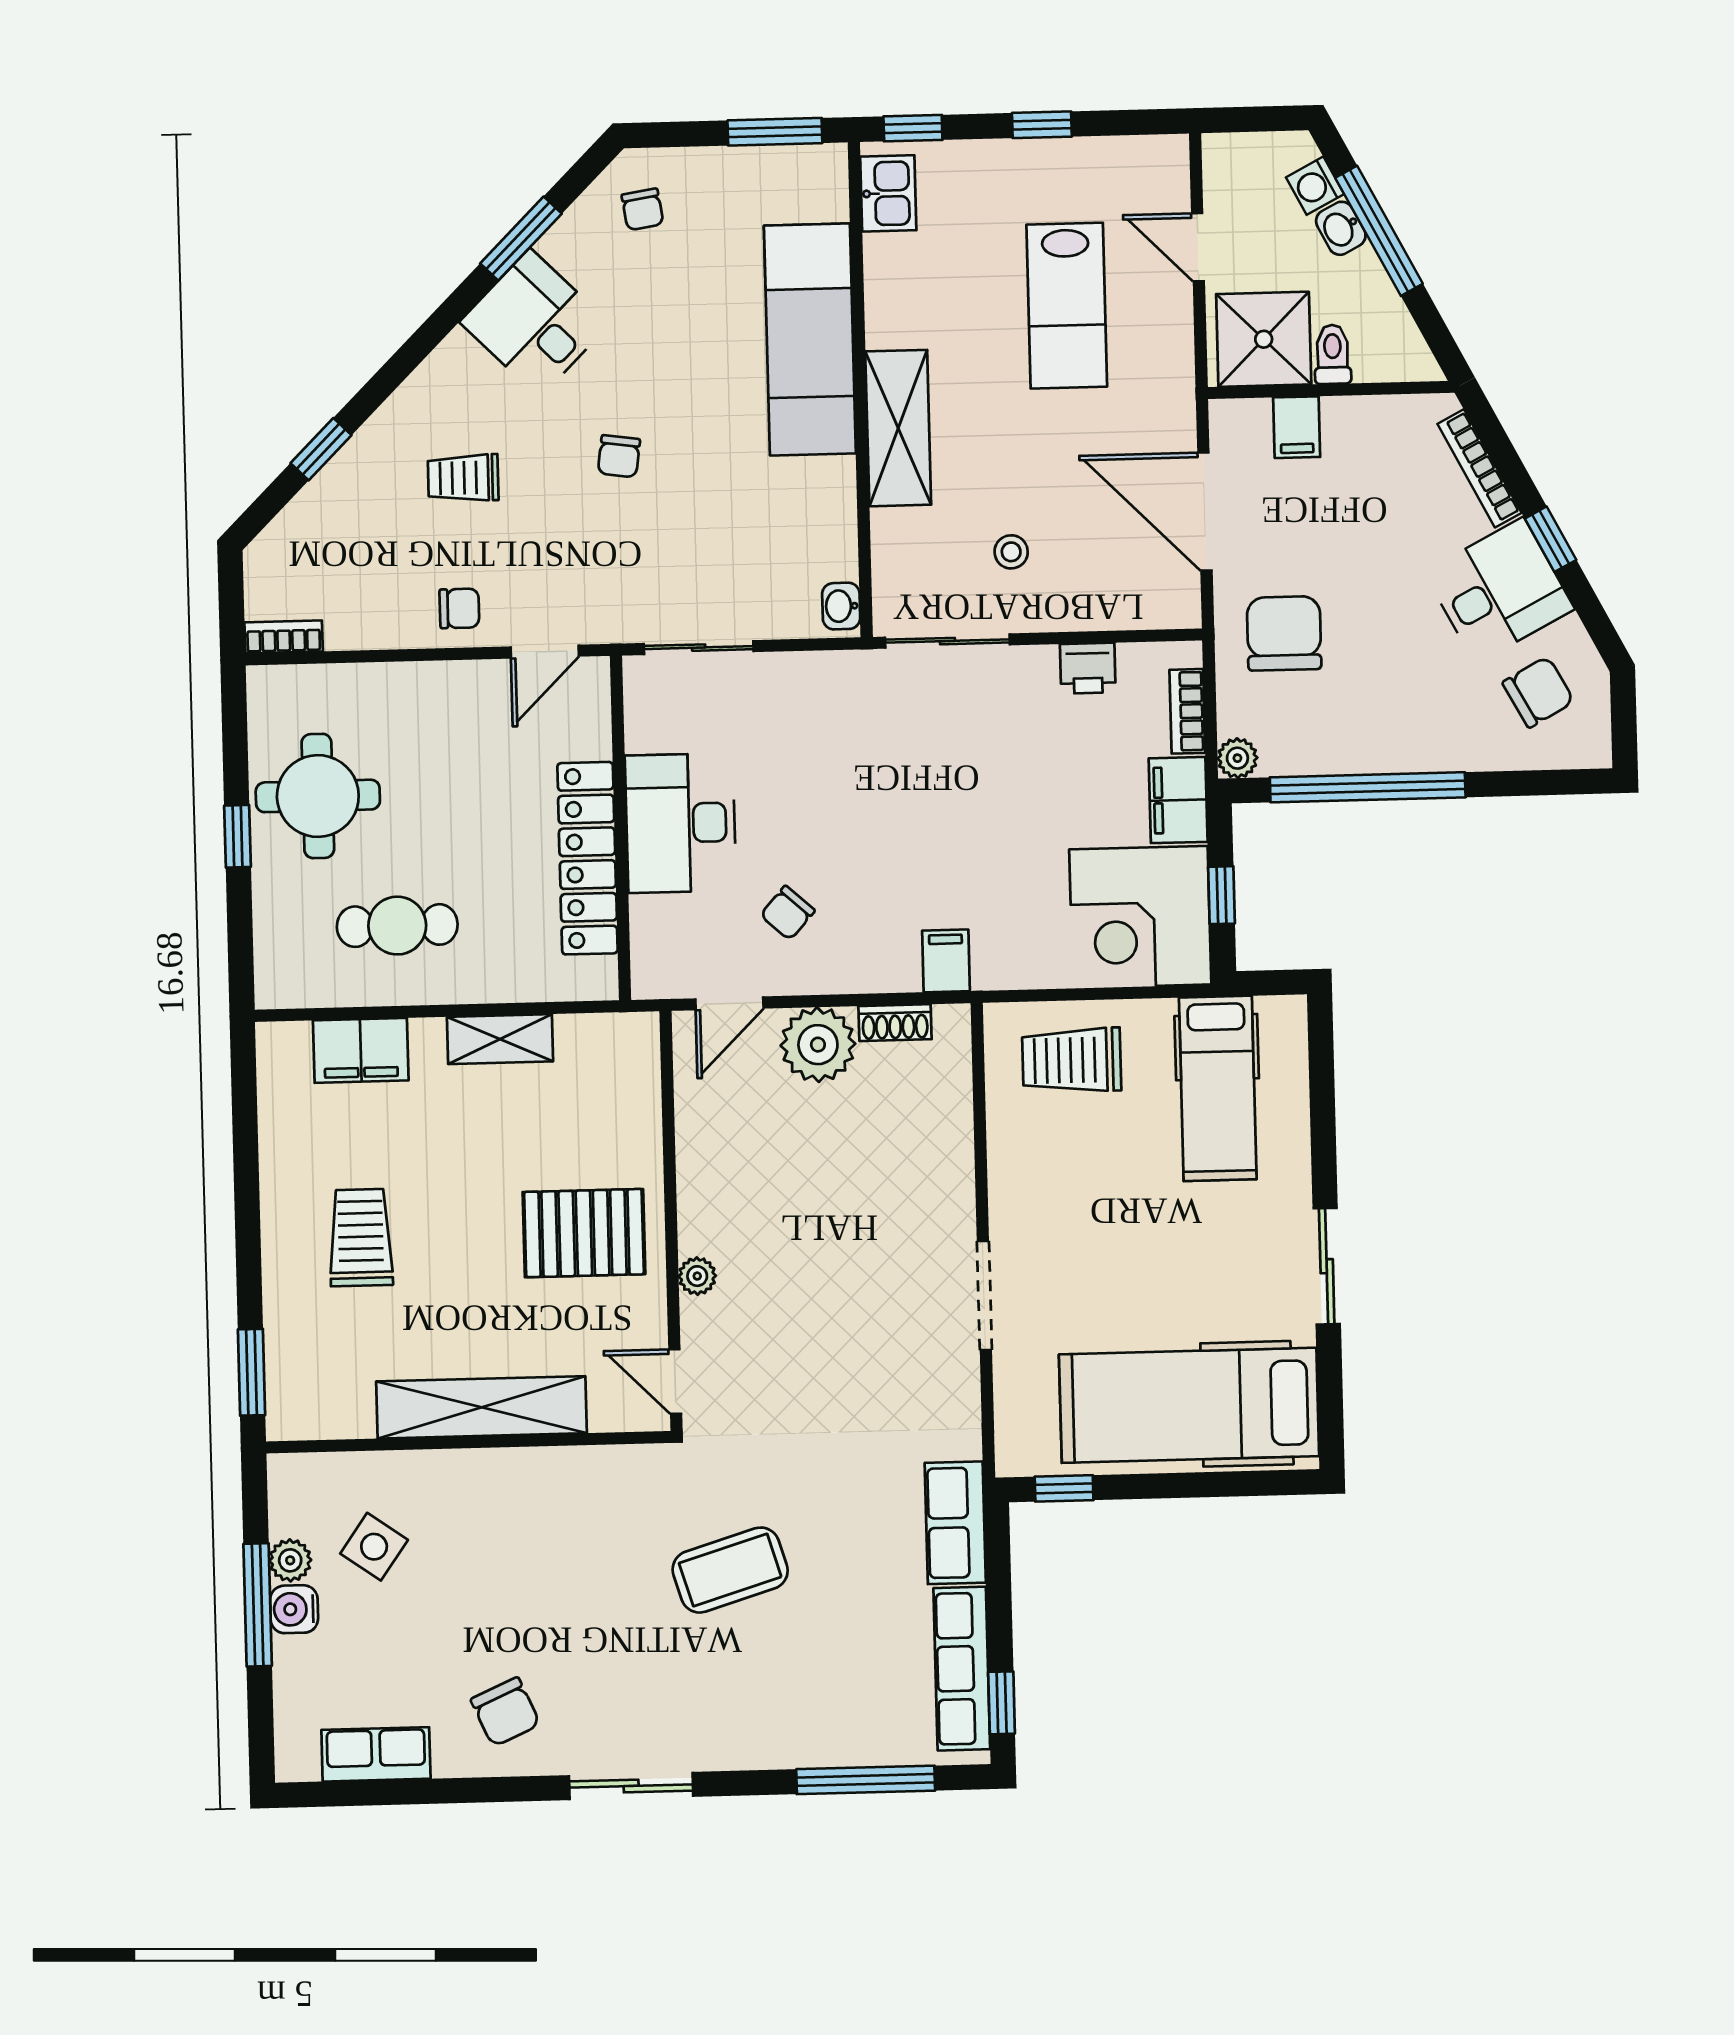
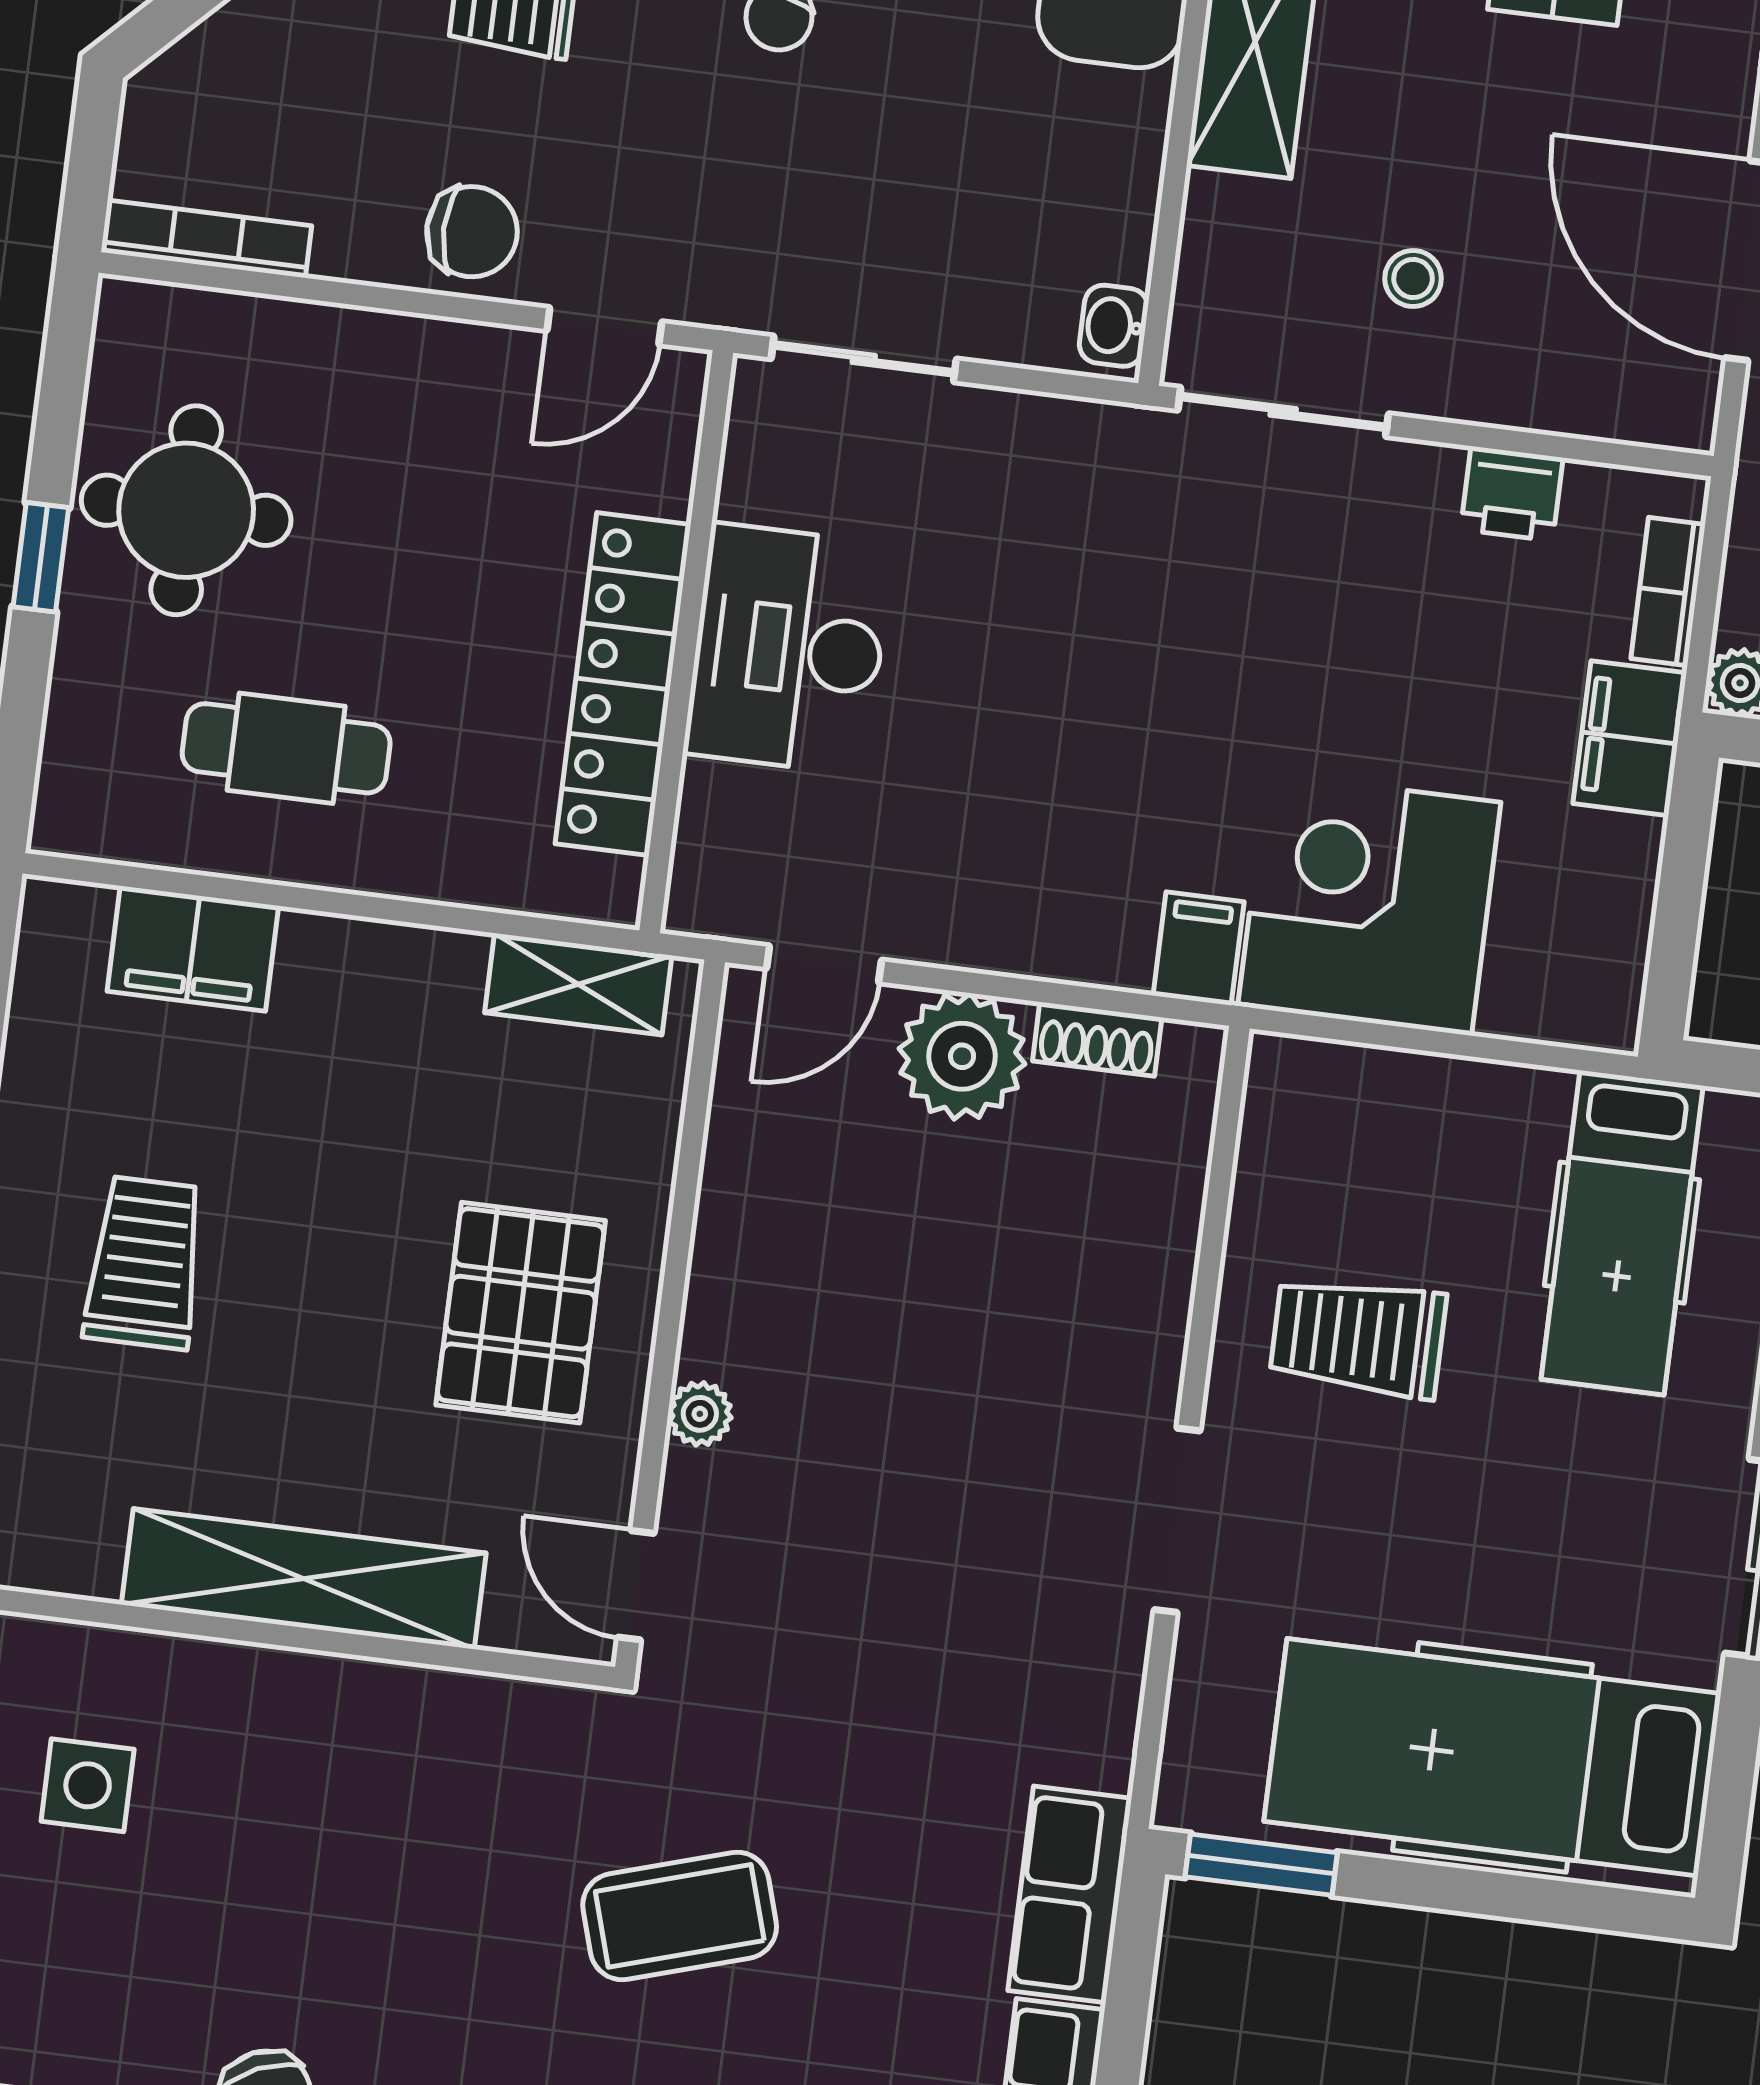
chair: (459, 608) -> (472, 232), width x1.37, depth x1.37
bookcase: (284, 637) -> (206, 239), width x1.56
window: (1222, 895) -> (1678, 909), removed
chair: (788, 913) -> (945, 827), removed
corner desk: (1140, 917) -> (1369, 904), moved, turned 90
shelving: (500, 1039) -> (578, 984), moved
trolley: (1072, 1060) -> (1358, 1337), moved
pallet: (584, 1233) -> (521, 1313), turned 90
window: (1064, 1488) -> (1261, 1865), width x1.50
side table: (374, 1547) -> (88, 1785), turned -35

